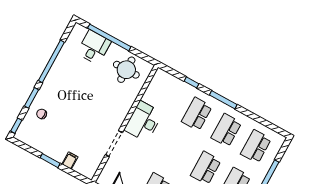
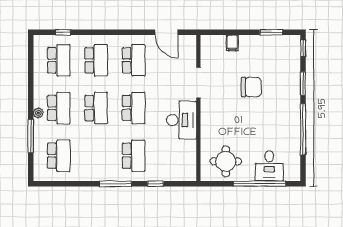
chair: (42, 114) -> (251, 87), moved, width x1.87, depth x1.87
school desk: (226, 130) -> (134, 108), moved
window: (50, 161) -> (271, 32), moved

